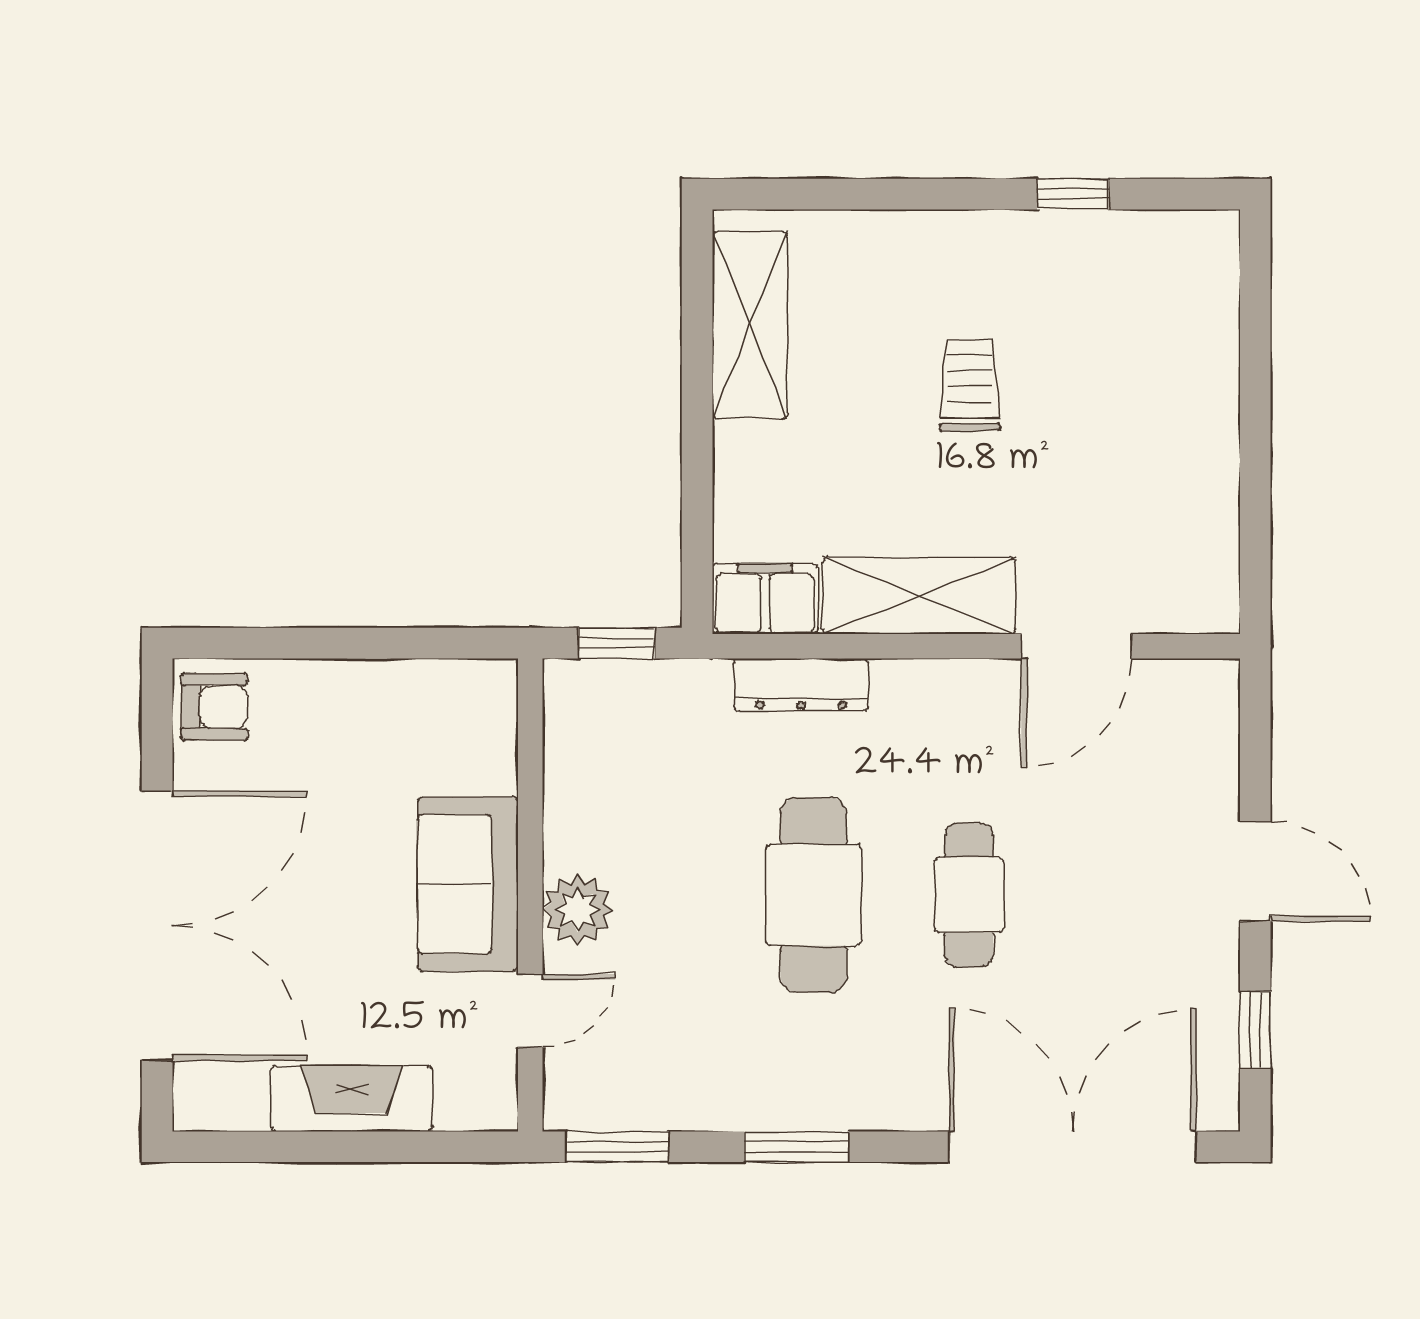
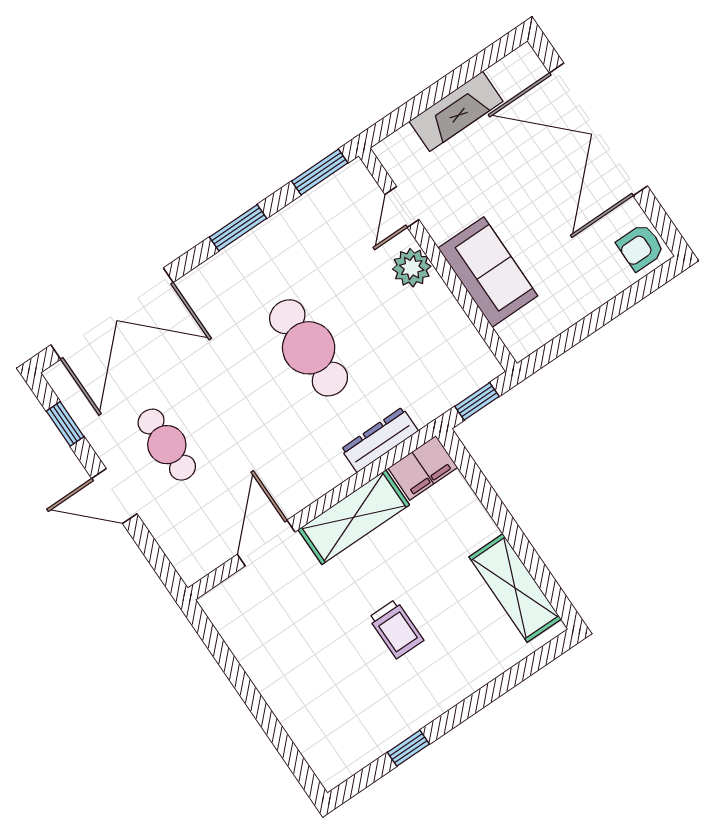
sofa: (468, 884) -> (488, 272), moved
cafe table: (969, 895) -> (167, 445), moved

